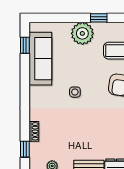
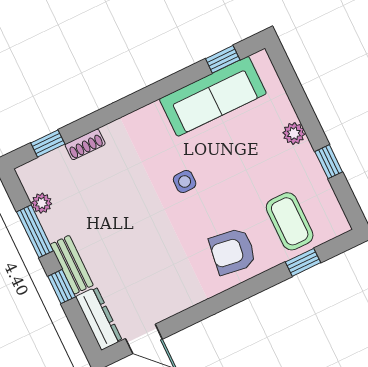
plant: (82, 33) -> (294, 133), width x0.53, depth x0.53

